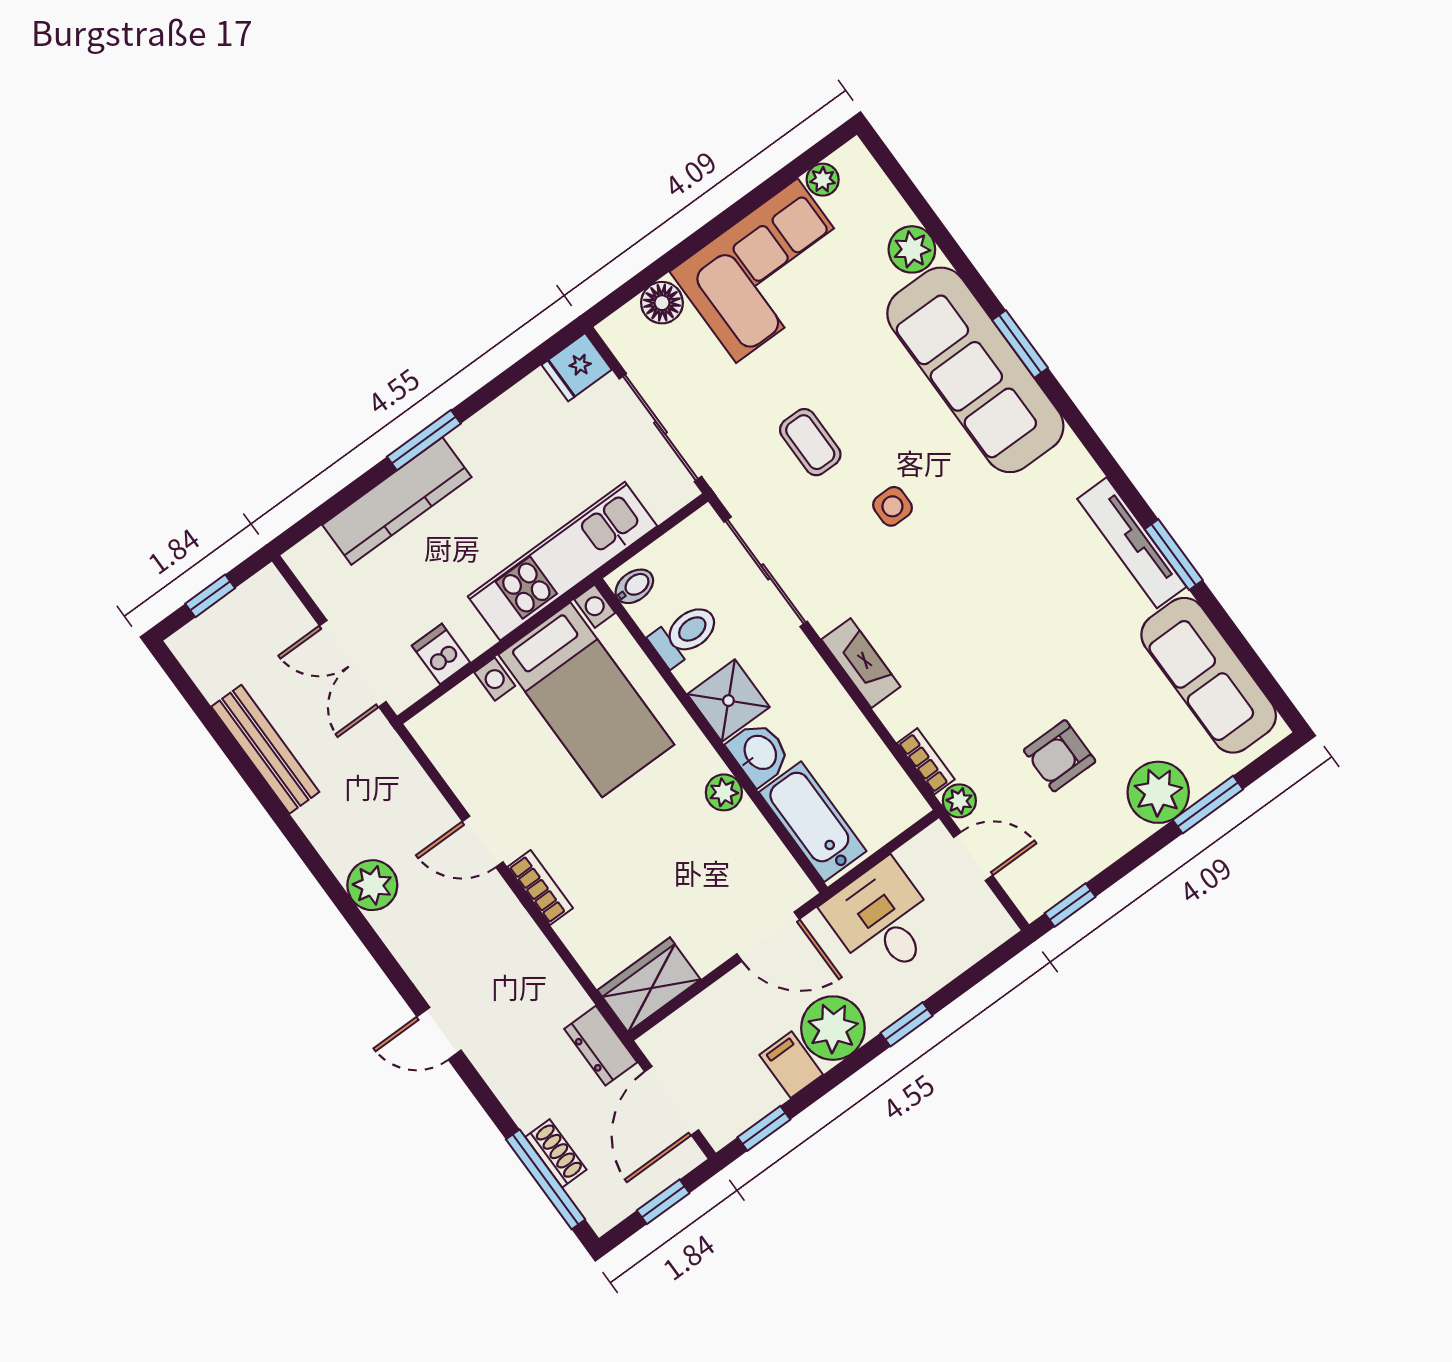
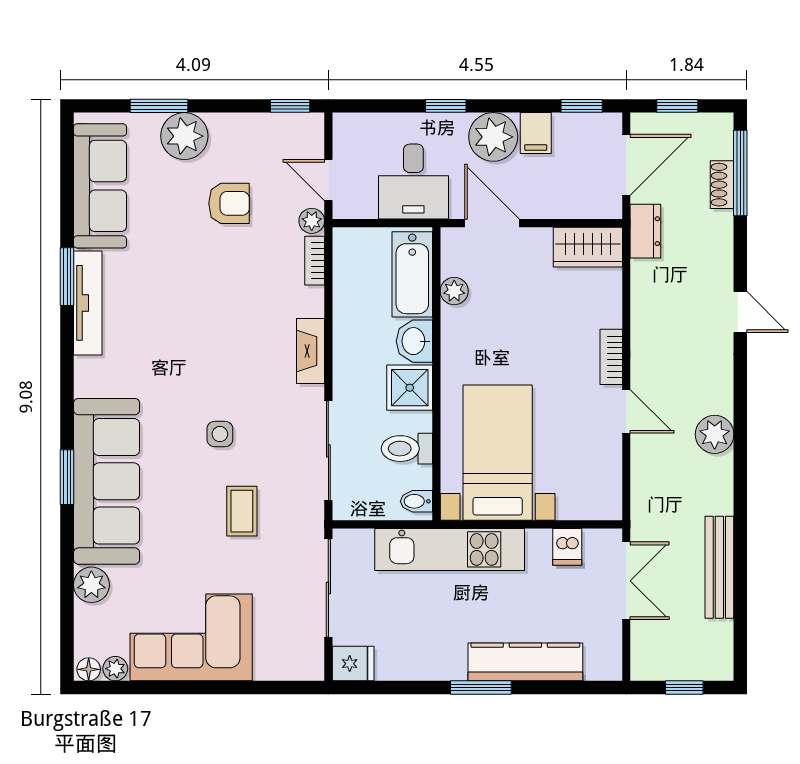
floor lamp: (662, 303) -> (89, 669), moved, width x0.73, depth x0.73
plant: (724, 792) -> (454, 291), moved

